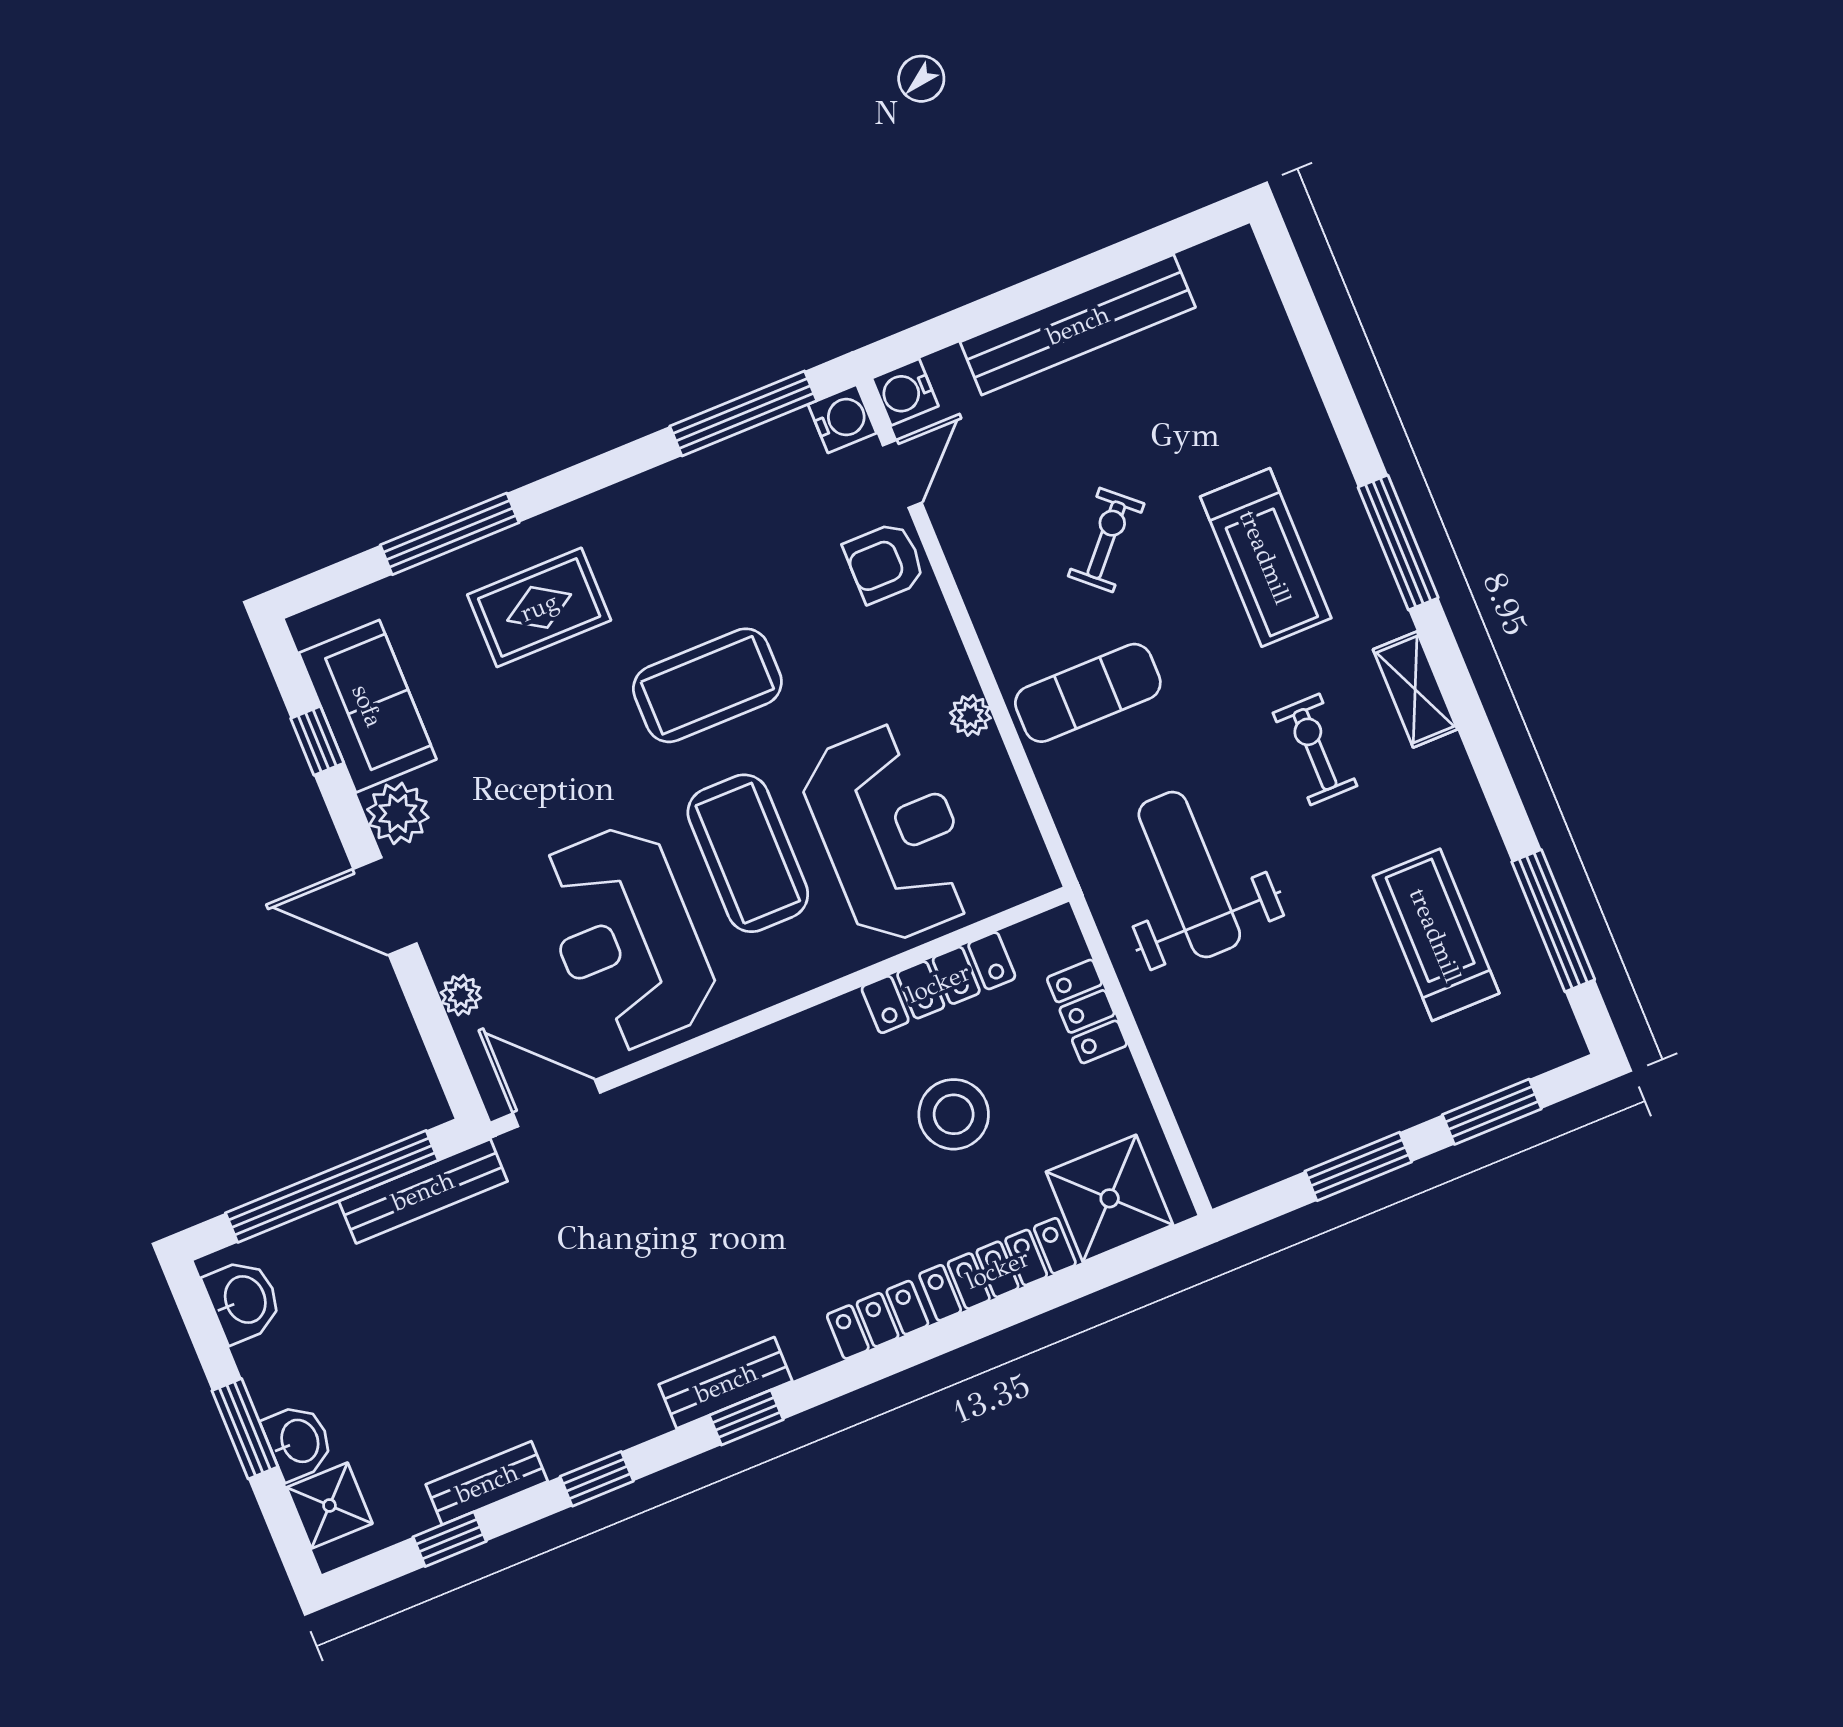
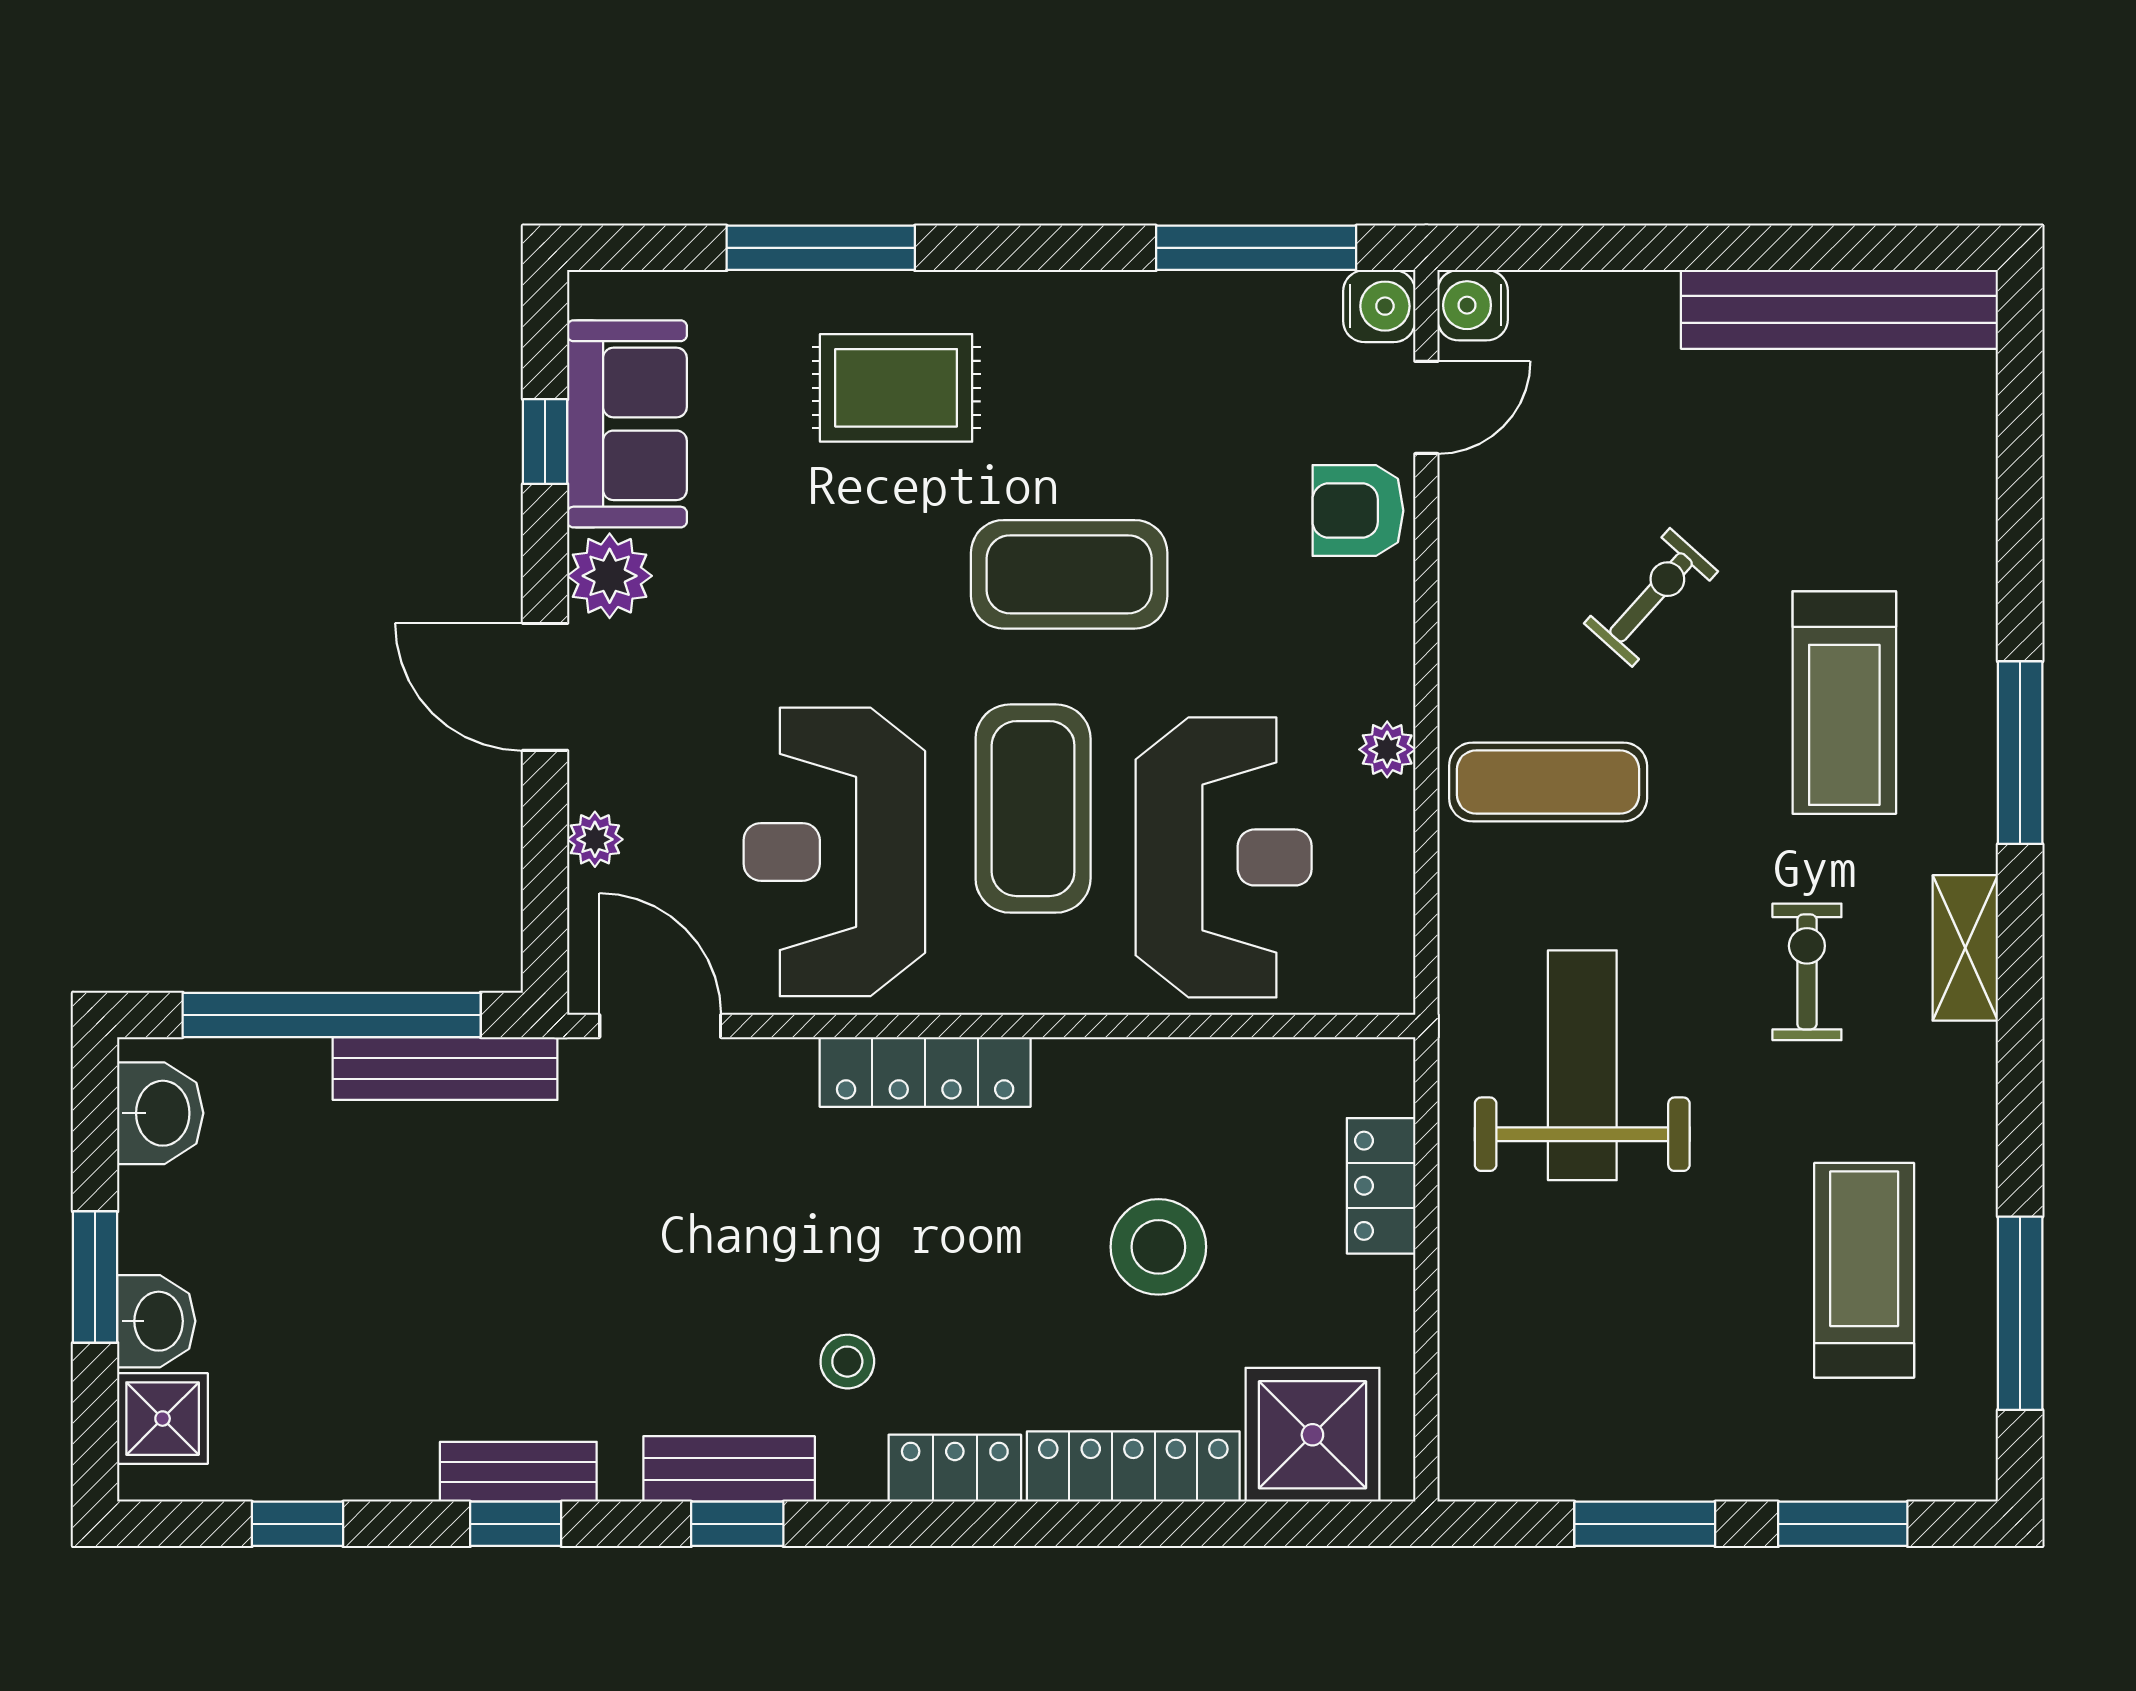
bench: (1078, 325) -> (1839, 309), moved
locker: (938, 983) -> (925, 1072), moved
stool: (776, 1278) -> (847, 1362), added
bench: (487, 1483) -> (518, 1472), moved

